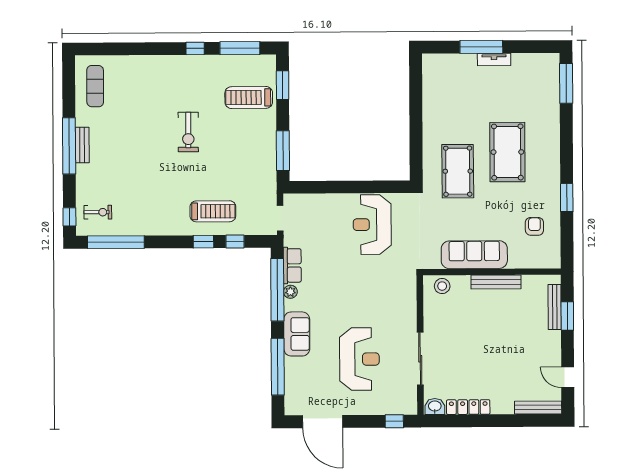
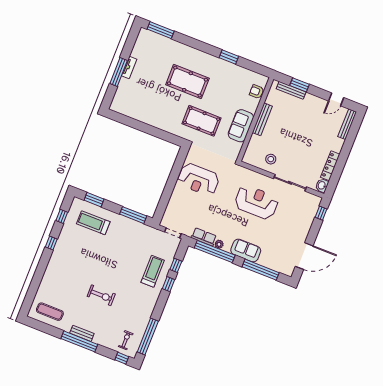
window: (240, 48) -> (62, 216), width x0.46
treadmill: (249, 97) -> (93, 223), turned 90
exercise bike: (188, 132) -> (101, 295), moved
pool table: (458, 171) -> (202, 121), moved
armchair: (534, 226) -> (257, 92), moved
sofa: (474, 255) -> (241, 126), width x0.73
stool: (442, 286) -> (271, 159), moved
reception desk: (359, 359) -> (256, 202), moved

